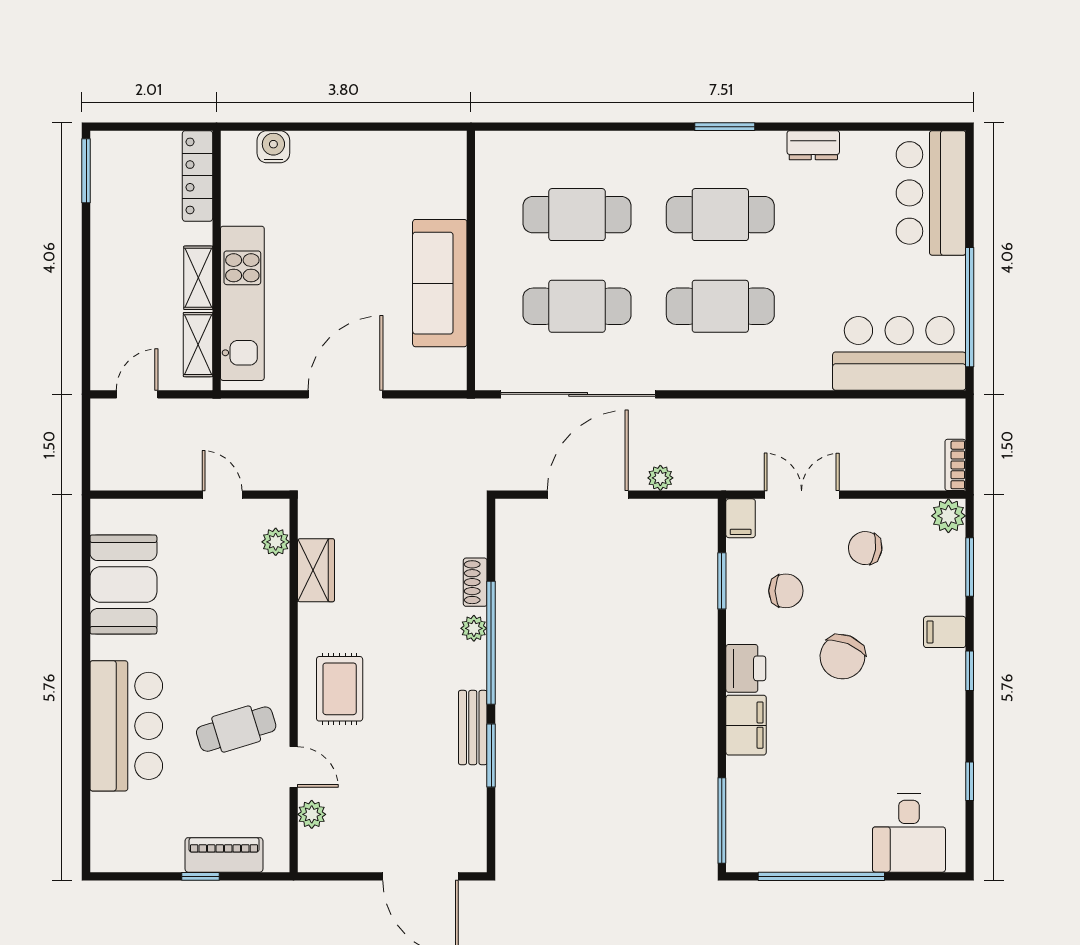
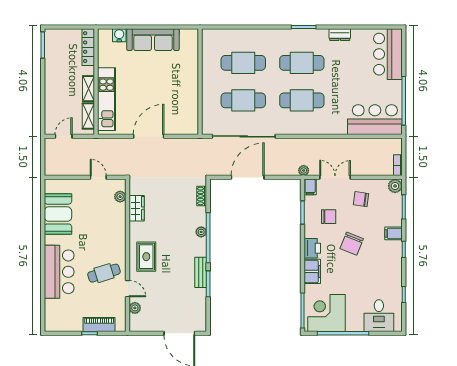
sofa: (440, 283) -> (153, 40), moved, turned -90
plant: (660, 478) -> (304, 170), moved
shoe rack: (475, 582) -> (202, 196), moved
corner desk: (781, 827) -> (326, 313), added

